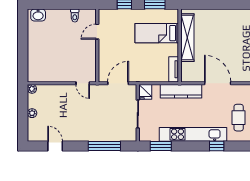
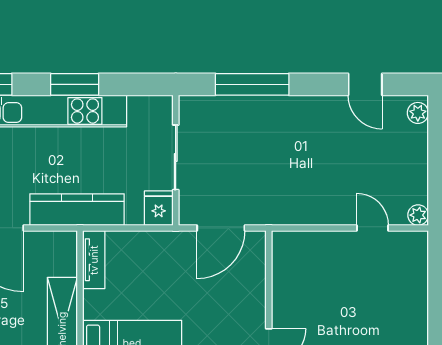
door: (83, 83) -> (372, 228), moved
plant: (32, 113) -> (418, 113), moved
window: (161, 146) -> (75, 84), moved

